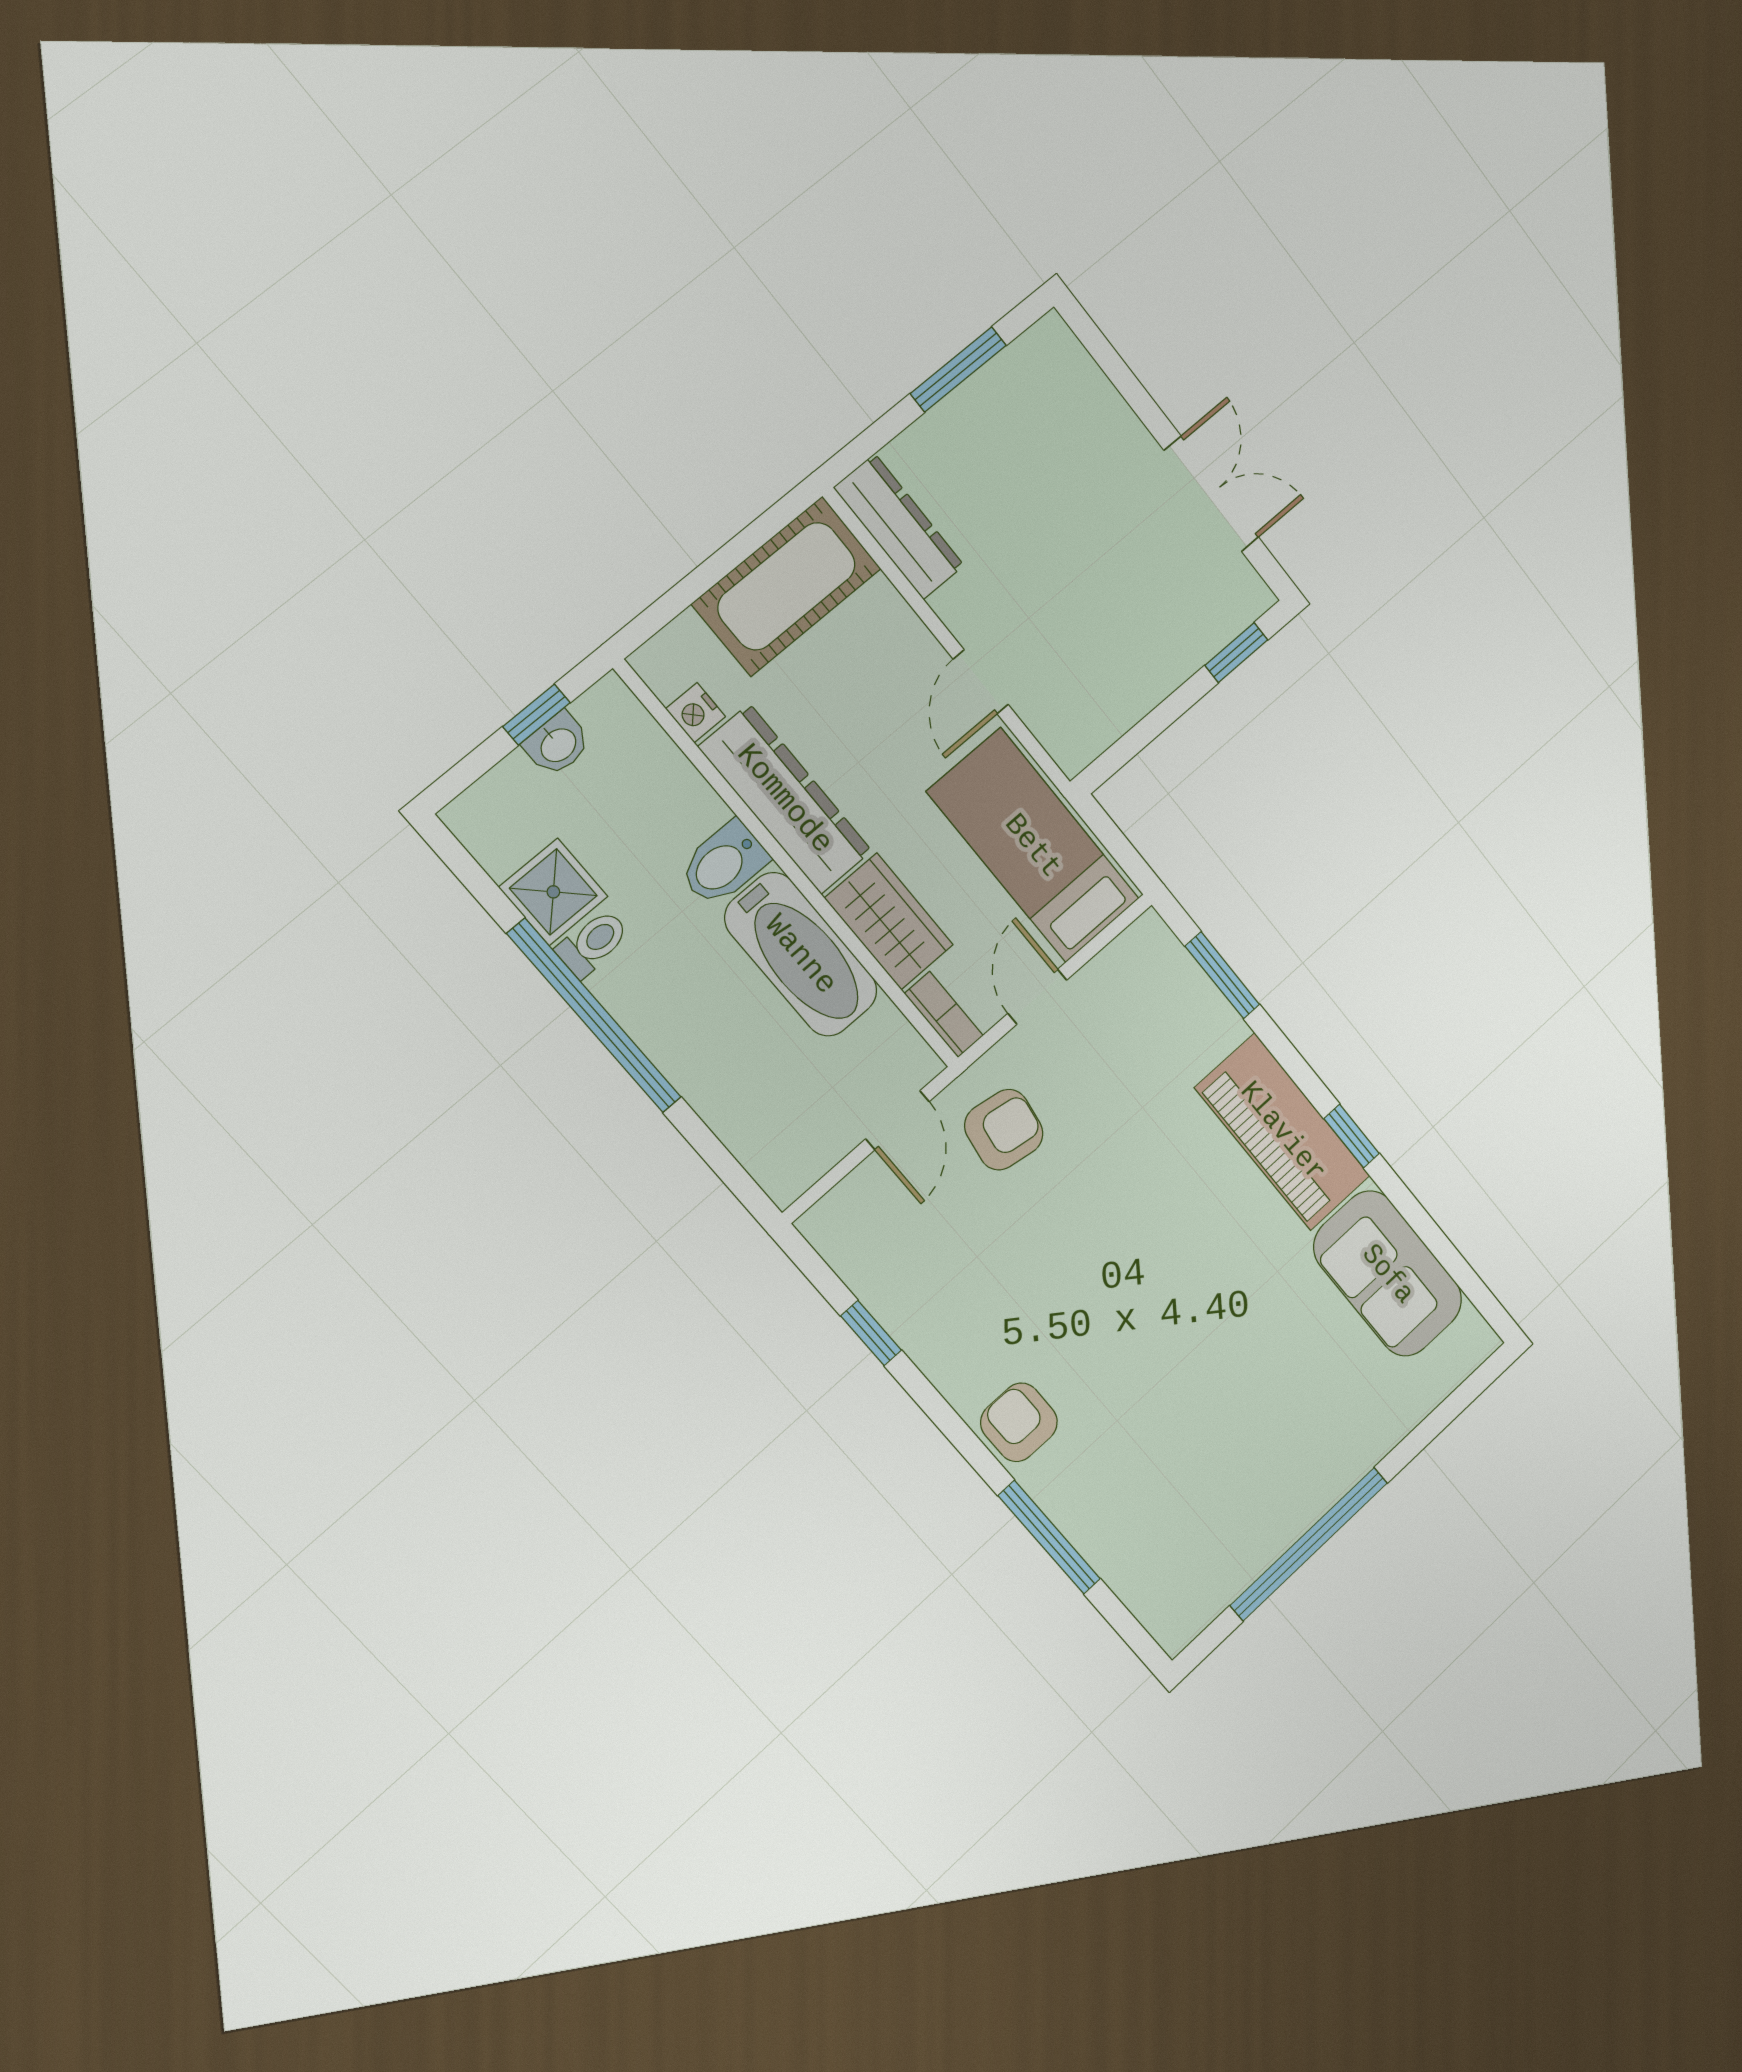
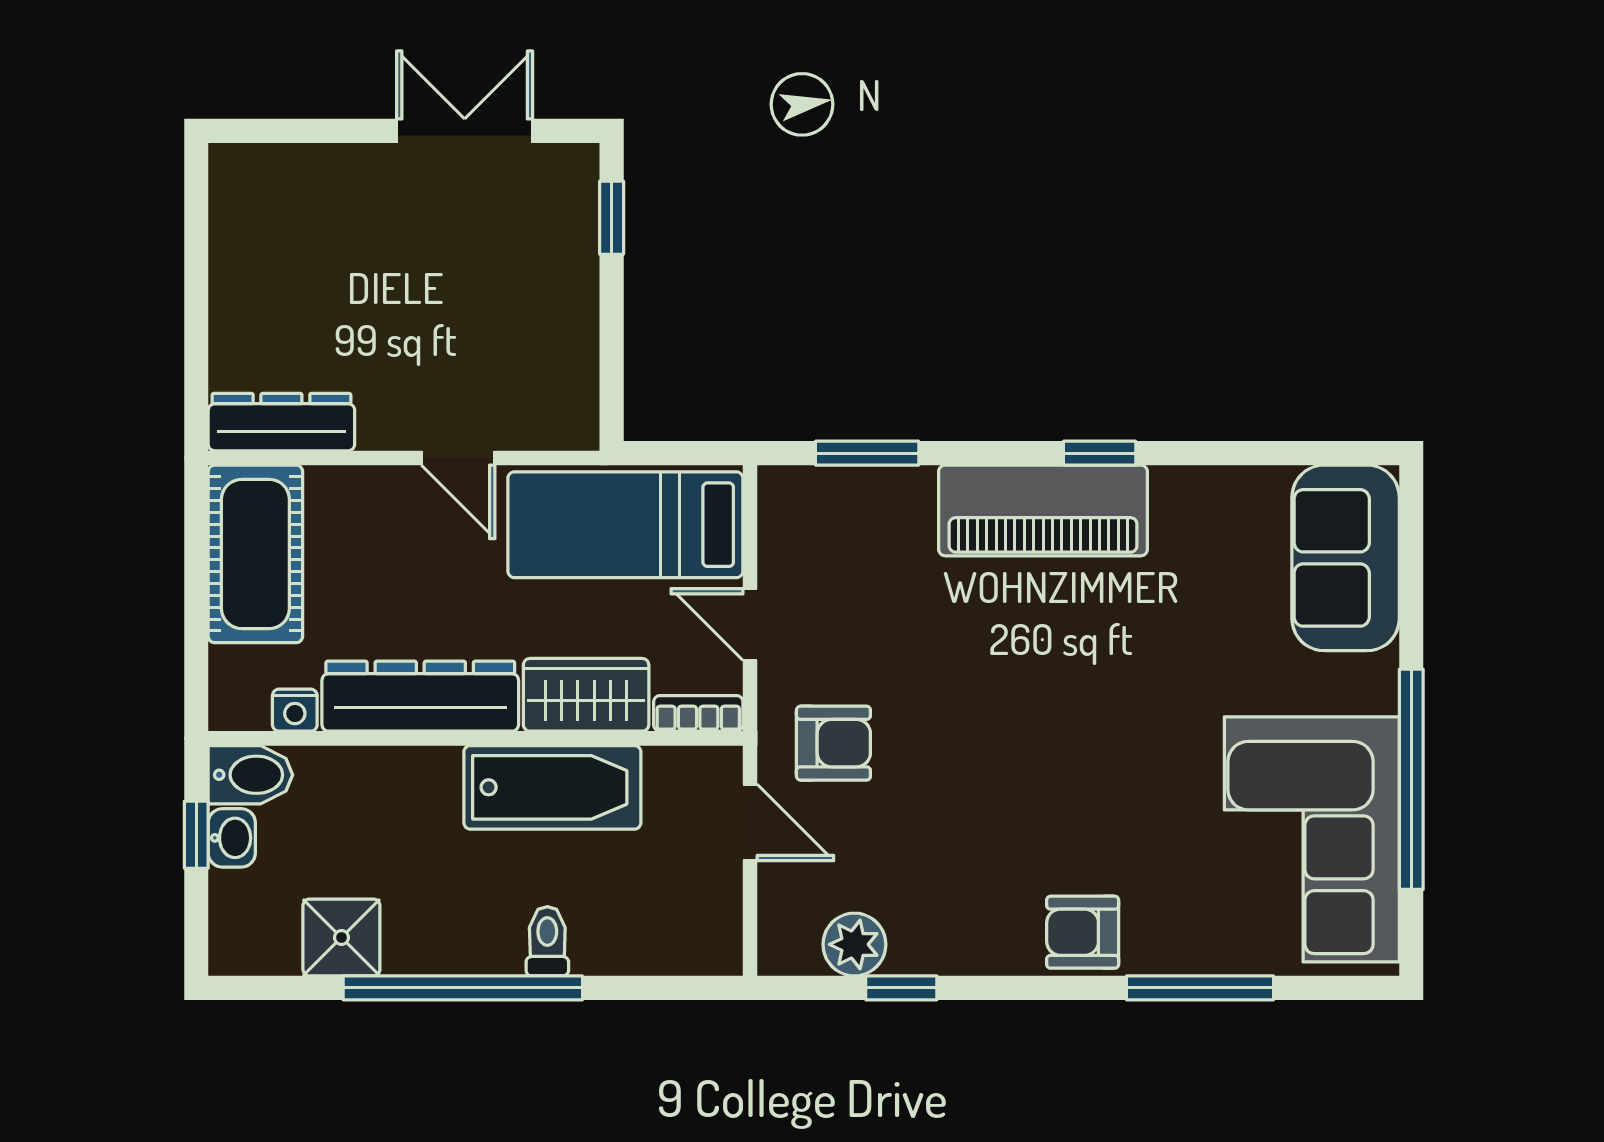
window: (958, 369) -> (196, 267), removed
bidet: (724, 864) -> (250, 775), moved, turned -90
toilet: (593, 943) -> (547, 941), moved
armchair: (1004, 1130) -> (833, 743), turned 81
plant: (874, 1272) -> (854, 944), added
sofa: (1388, 1274) -> (1346, 558), moved, turned 90
corner sofa: (1214, 1517) -> (1312, 839), added

